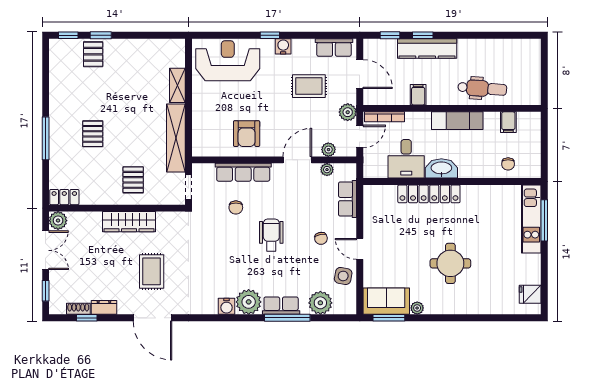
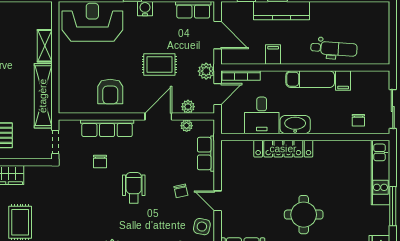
rug: (309, 86) -> (159, 65), moved
filing cabinet: (508, 122) -> (343, 81), moved
sliding door: (544, 152) -> (393, 109), added
window: (544, 220) -> (393, 206), moved

